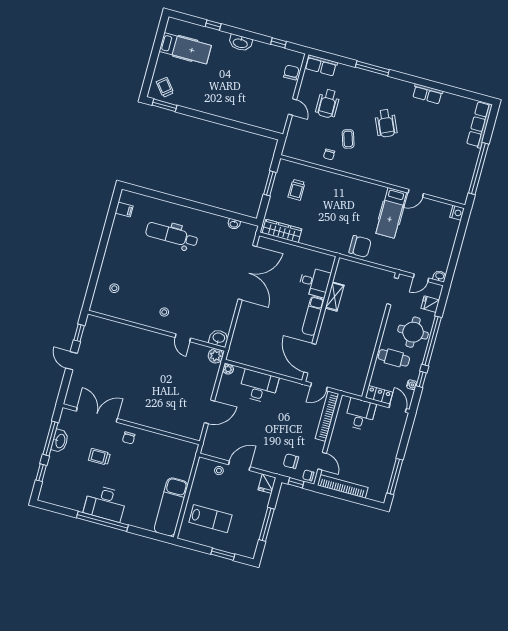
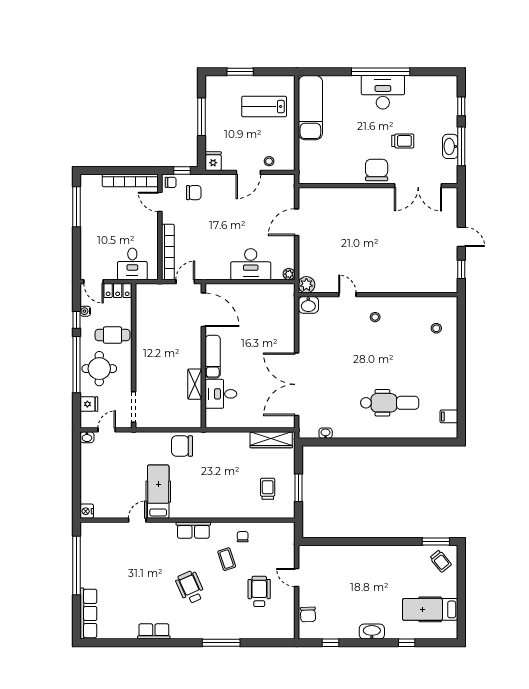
row of seats: (321, 65) -> (193, 530), moved, turned 180
chair: (129, 438) -> (377, 170), width x1.87, depth x1.87

